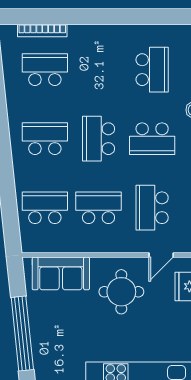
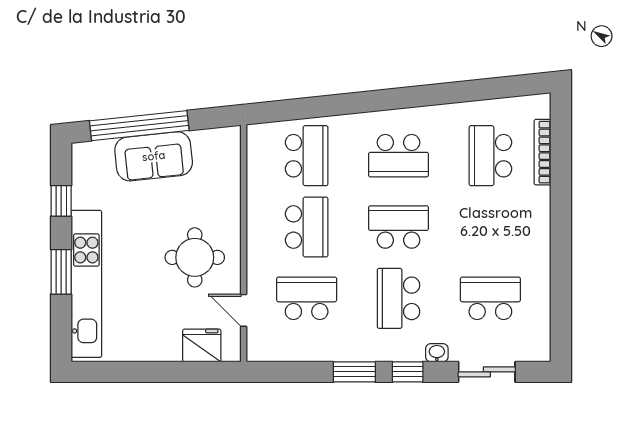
school desk: (45, 70) -> (490, 156), turned 180
school desk: (152, 70) -> (490, 298), turned 180
school desk: (45, 139) -> (398, 156), turned 90
sofa: (61, 273) -> (154, 156), moved, turned -96

